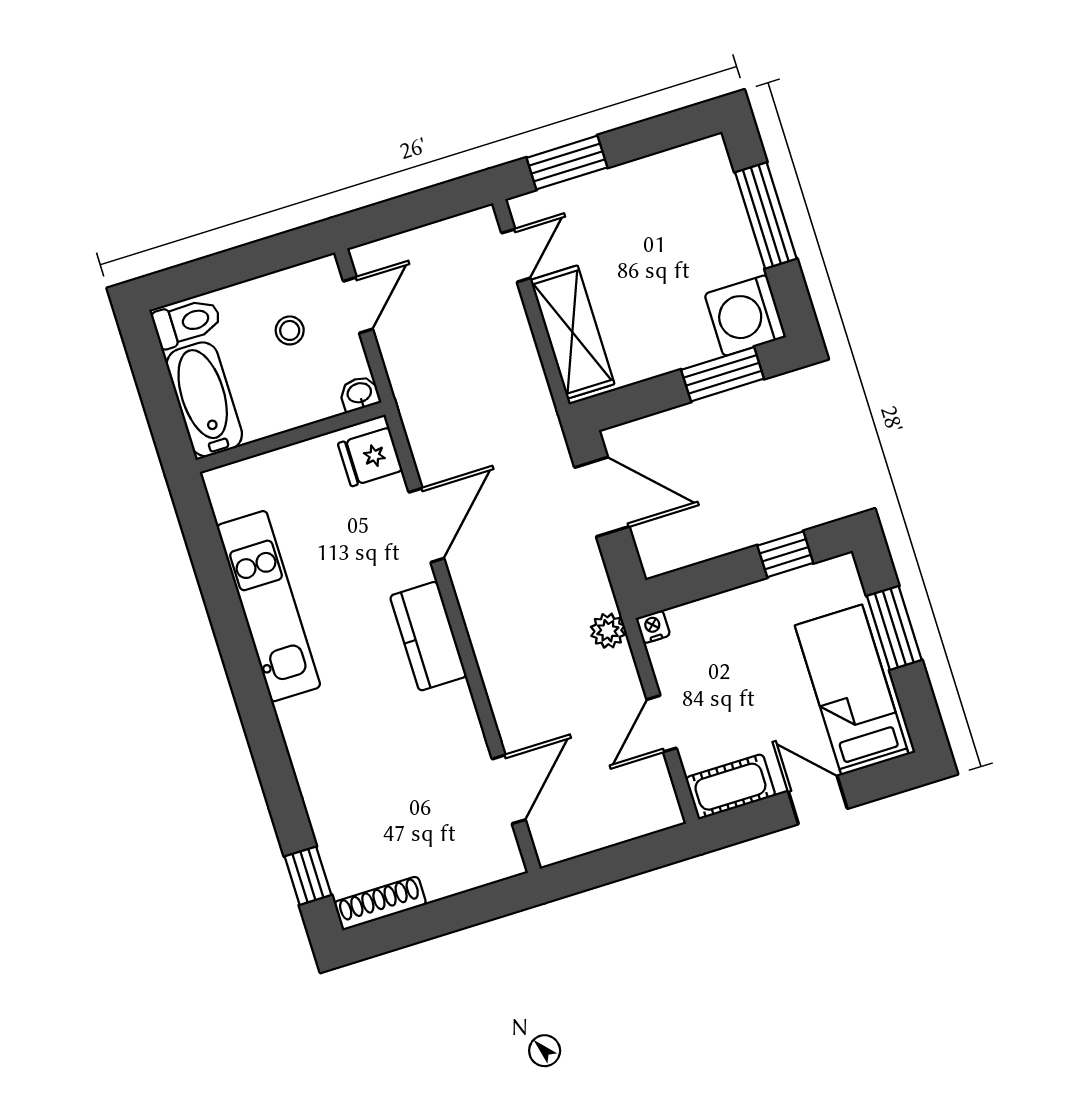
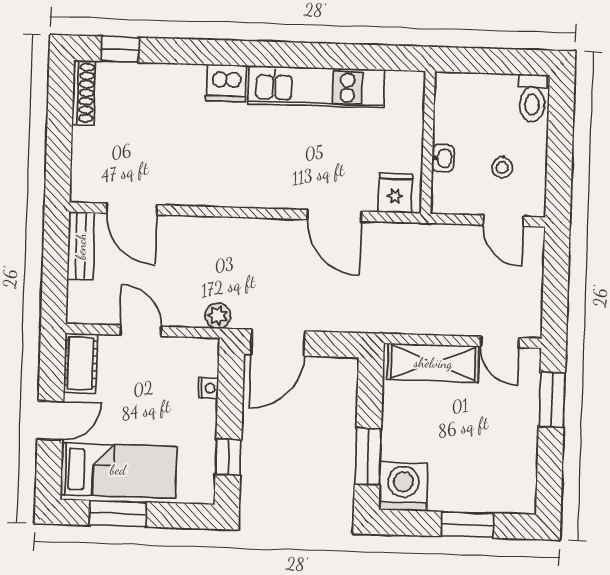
window: (766, 216) -> (468, 525), width x0.69
washbasin: (360, 394) -> (443, 158), moved
bathtub: (204, 399) -> (475, 92), removed
door: (602, 497) -> (278, 343), moved
nightstand: (653, 627) -> (208, 388), moved
window: (894, 628) -> (118, 514), moved
kitchen counter: (428, 636) -> (257, 190), removed
dishwasher: (304, 724) -> (226, 83), added
bench: (579, 839) -> (81, 246), added

